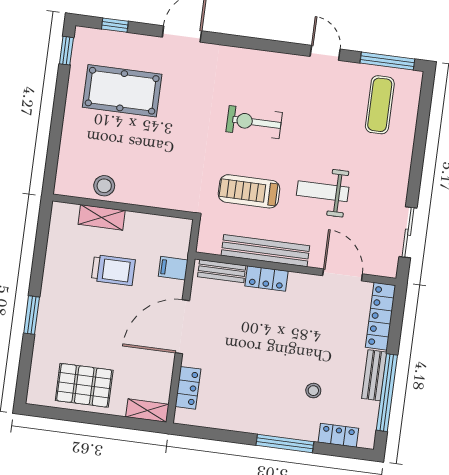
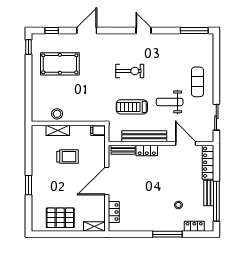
door: (325, 53) -> (143, 31), moved
exercise mat: (380, 105) -> (198, 82), moved
exercise bike: (254, 122) -> (130, 71), turned 180
filing cabinet: (173, 268) -> (98, 130), moved

